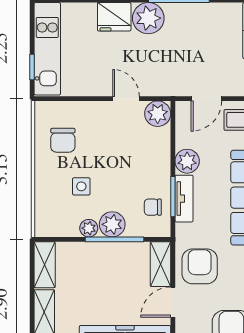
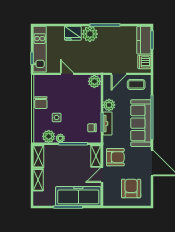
door: (126, 99) -> (67, 74), moved
chair: (63, 140) -> (41, 103), moved
plant: (112, 224) -> (49, 136), moved
armchair: (200, 266) -> (115, 157), turned 90

